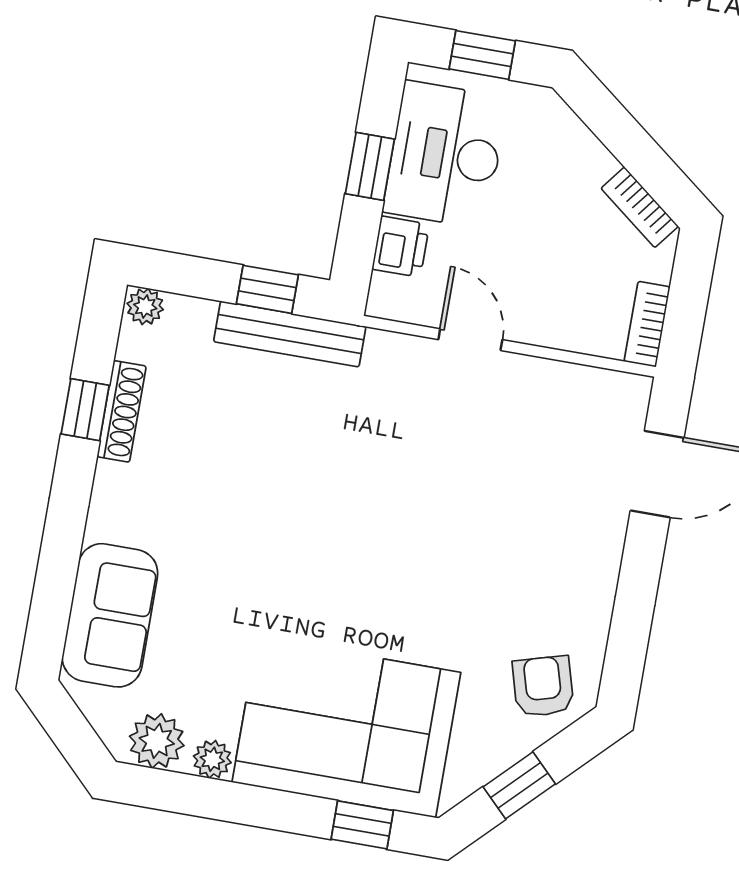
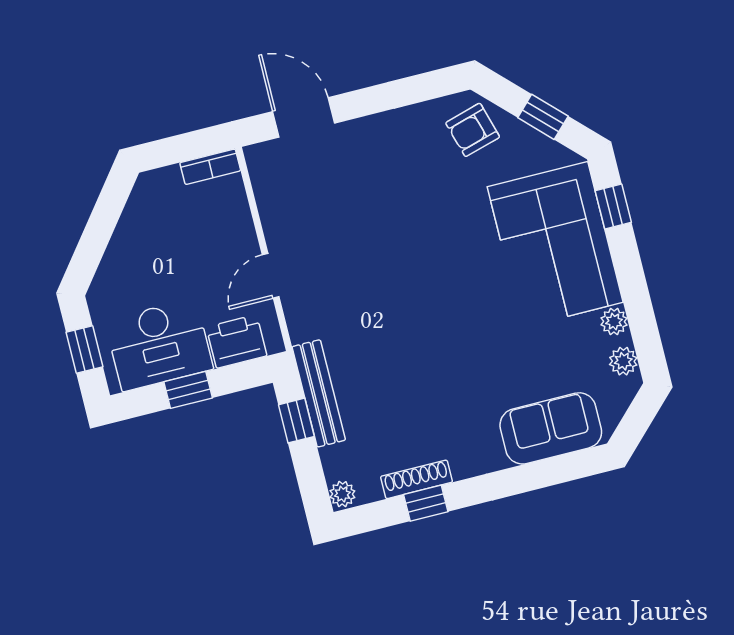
bookcase: (640, 207) -> (137, 205), removed
printer: (401, 247) -> (237, 341), width x1.36, depth x1.24
plant: (157, 741) -> (623, 361), width x0.73, depth x0.73

